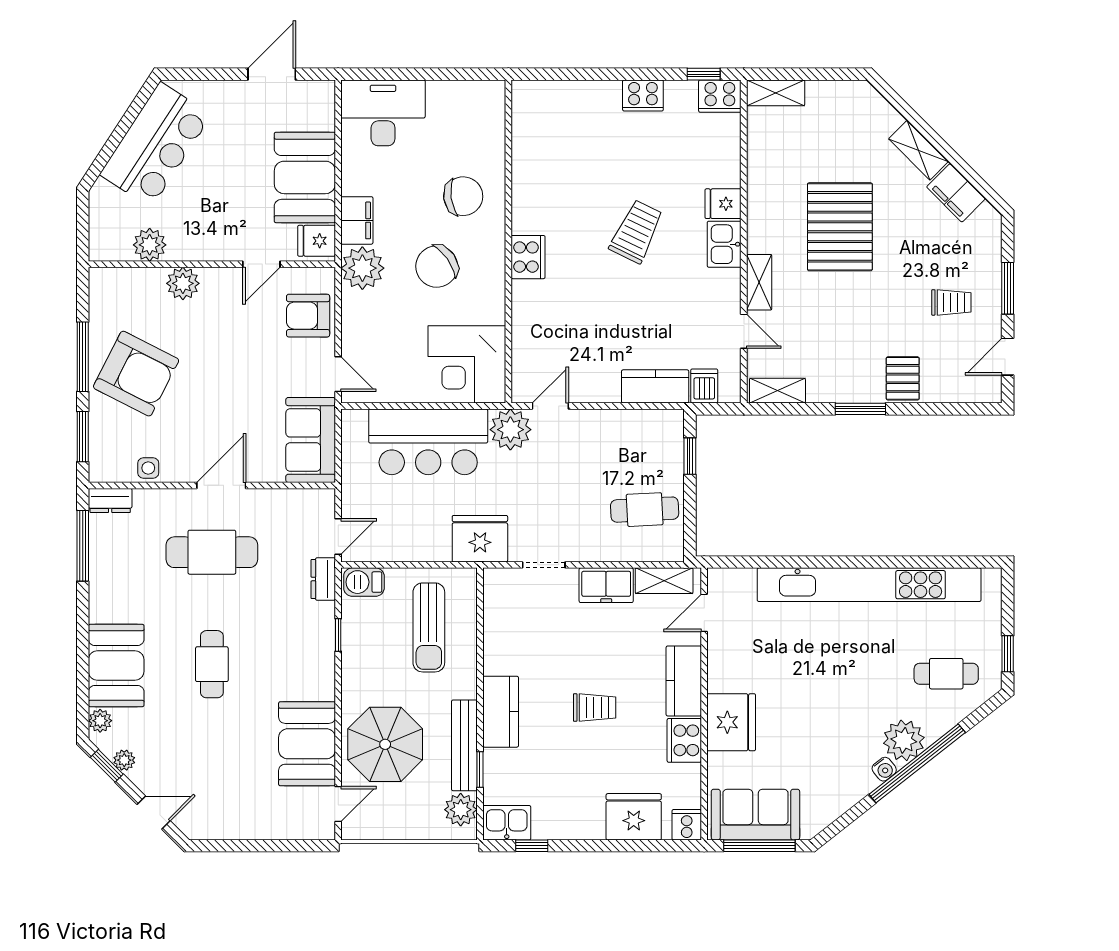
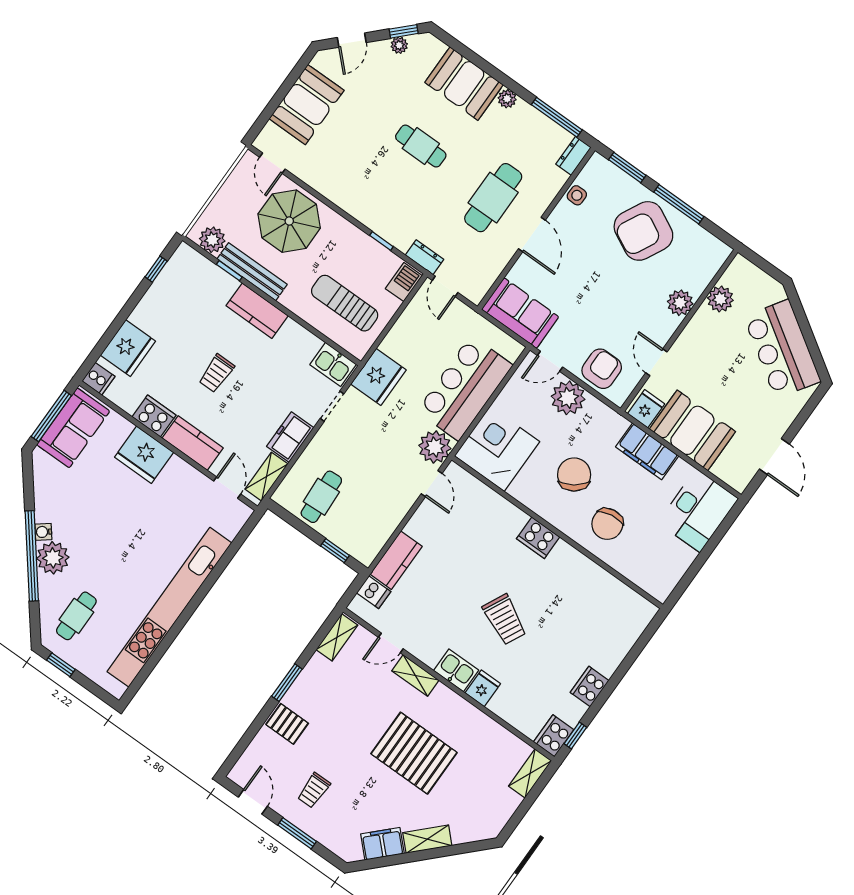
filing cabinet: (357, 220) -> (647, 451), width x1.50, depth x1.17
plant: (362, 268) -> (568, 398), moved
plant: (100, 721) -> (507, 99), moved
booth: (307, 744) -> (307, 105), moved, turned 90
kitchen sink: (507, 823) -> (333, 364), moved, turned 90

